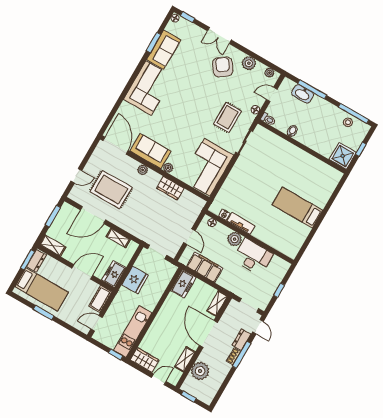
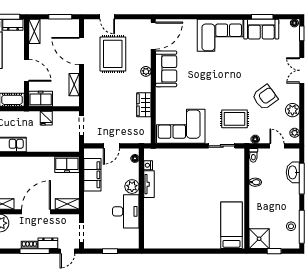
armchair: (223, 67) -> (265, 97), moved
plant: (168, 168) -> (161, 93), removed
bed: (297, 208) -> (231, 225), moved
fridge: (135, 280) -> (46, 118), width x0.53, depth x0.75

